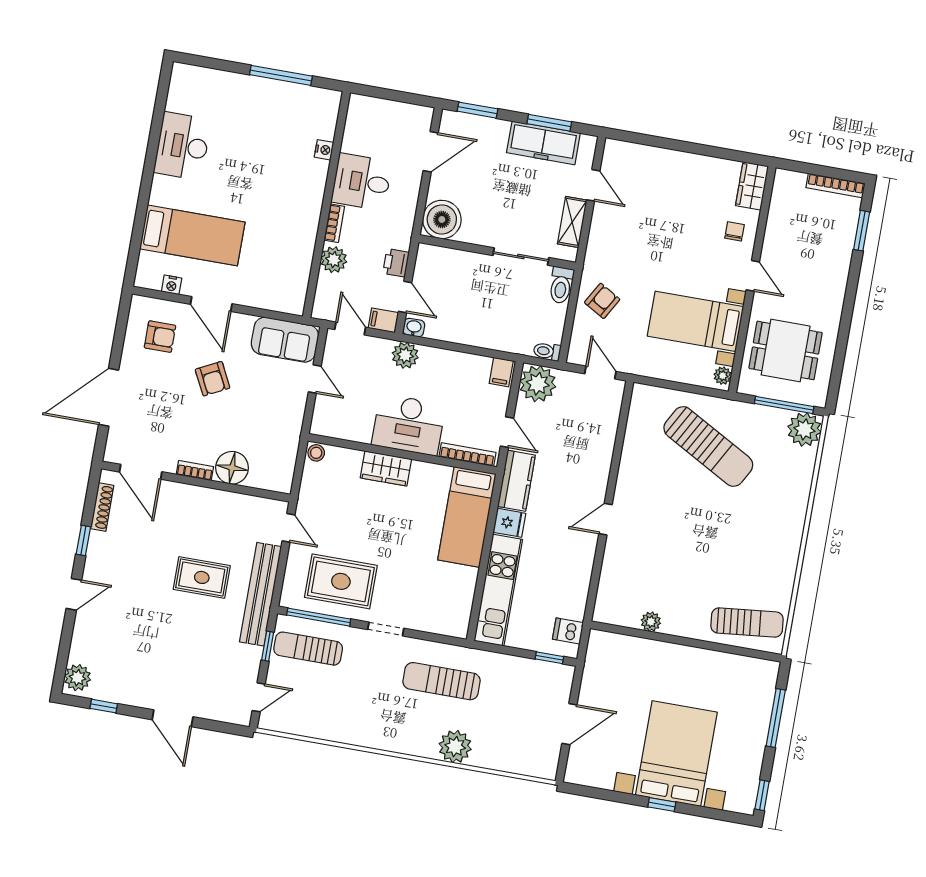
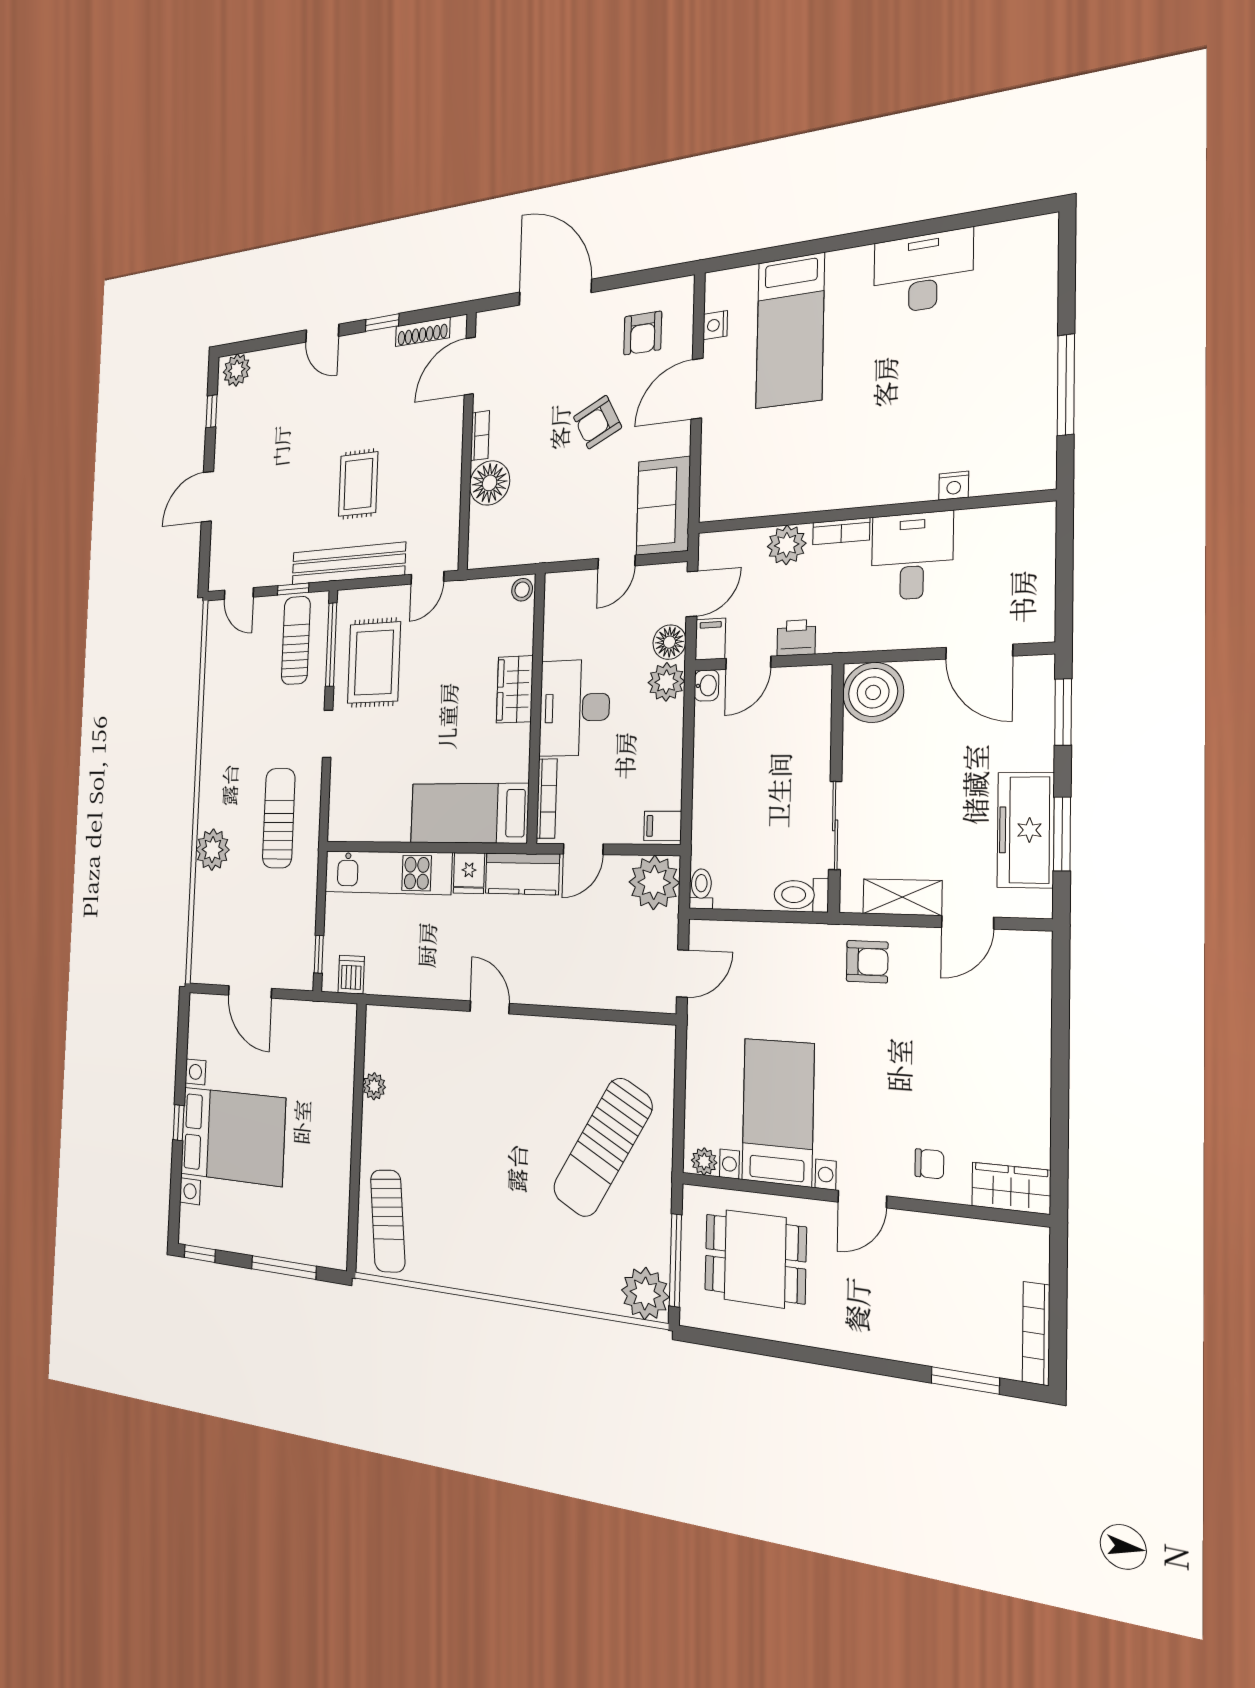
armchair: (602, 301) -> (867, 962), moved, turned -30
floor lamp: (379, 349) -> (669, 642), added
dining table: (786, 350) -> (755, 1259), turned 90

